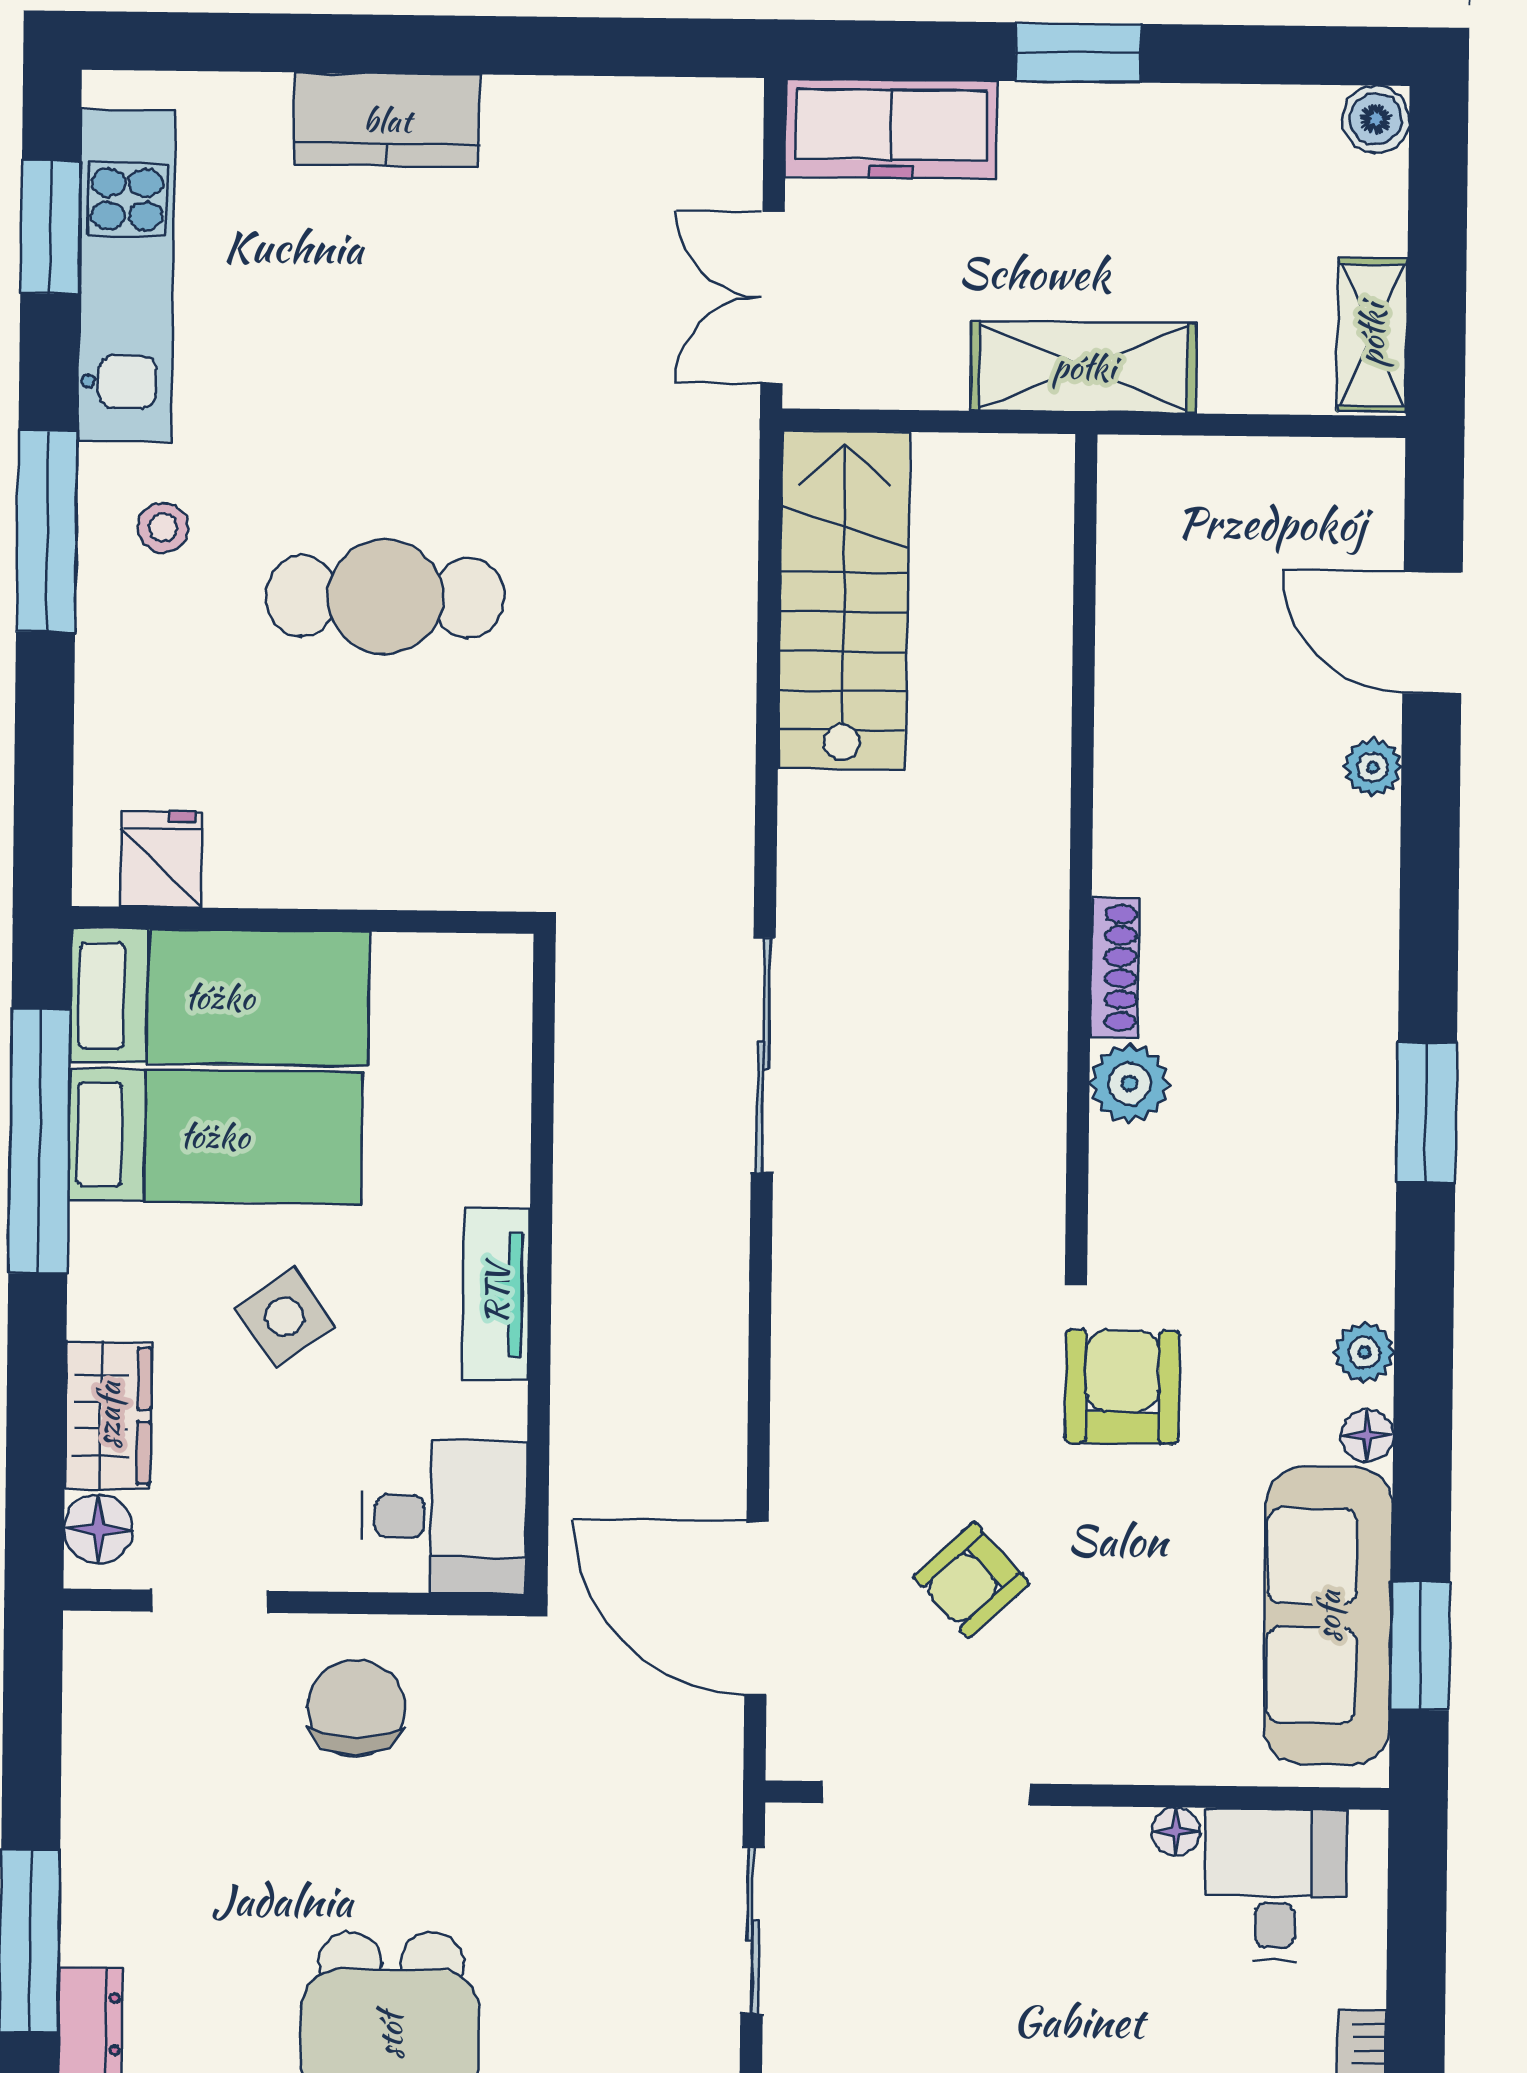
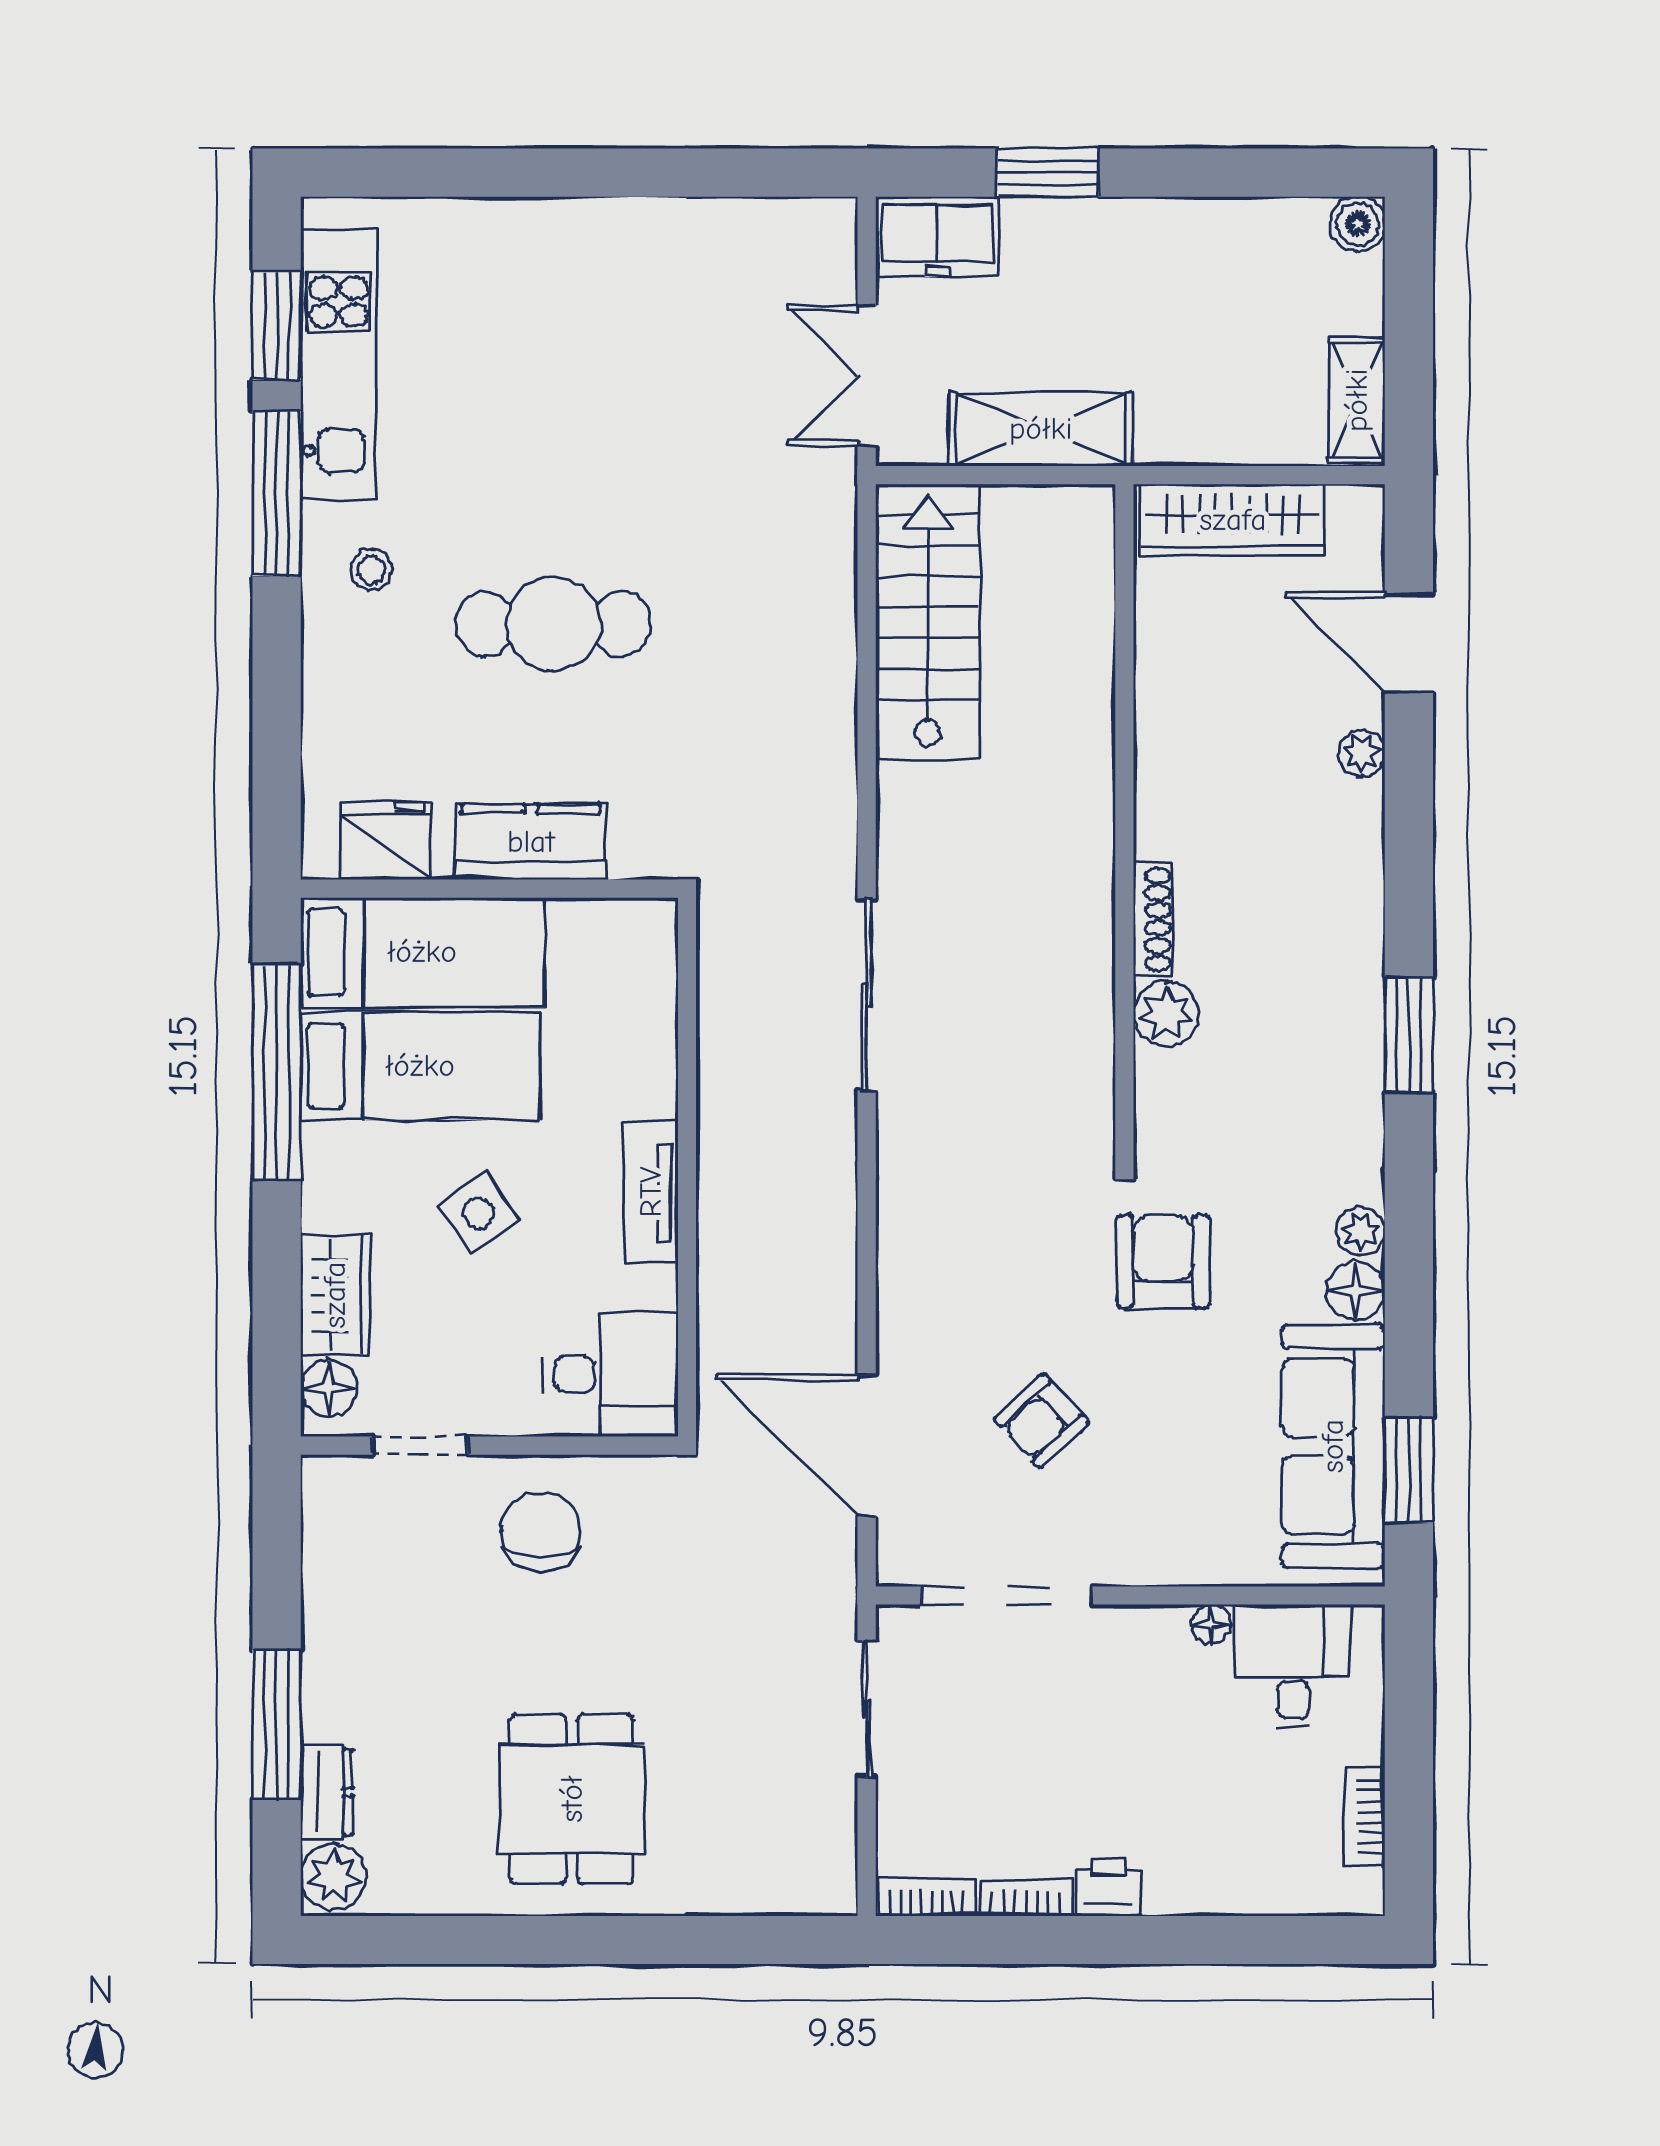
window: (1078, 53) -> (1048, 173), moved
kitchen counter: (387, 120) -> (531, 842), moved, turned 180
freezer: (891, 129) -> (937, 237), width x0.71
shelving: (1084, 367) -> (1041, 429), moved
wardrobe: (1218, 480) -> (1233, 520), added
window: (47, 531) -> (277, 494), moved
fridge: (161, 859) -> (386, 840), width x1.38
floor lamp: (1367, 1435) -> (1356, 1291), width x1.37, depth x1.37

